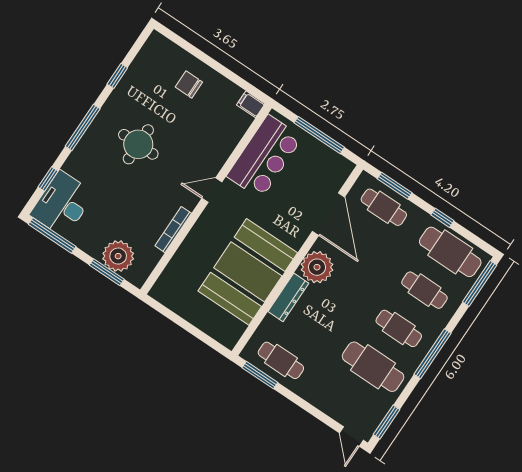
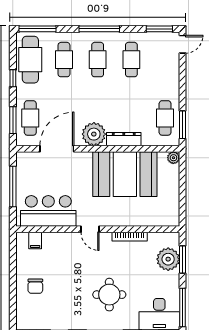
filing cabinet: (251, 104) -> (35, 241), moved
round table: (138, 144) -> (109, 295), moved
plant: (229, 340) -> (173, 158), added
cafe table: (373, 367) -> (131, 60), width x0.73, depth x0.74

